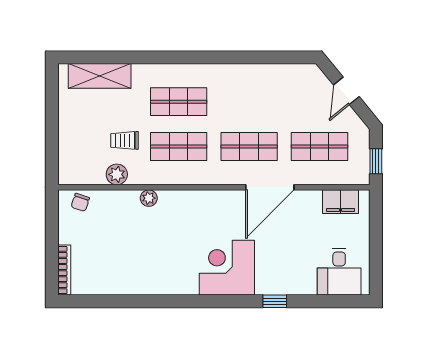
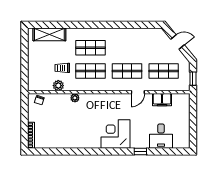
door: (346, 91) -> (178, 42), swing flipped
door: (270, 187) -> (138, 92), width x0.53
filing cabinet: (340, 202) -> (162, 100), moved
desk: (339, 272) -> (161, 136), moved

